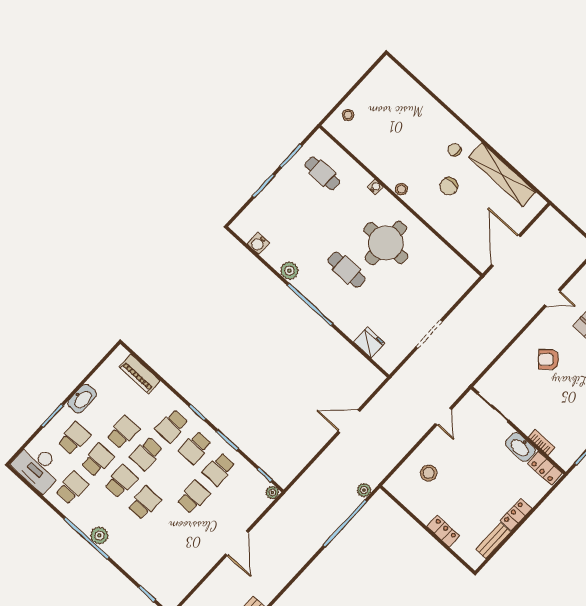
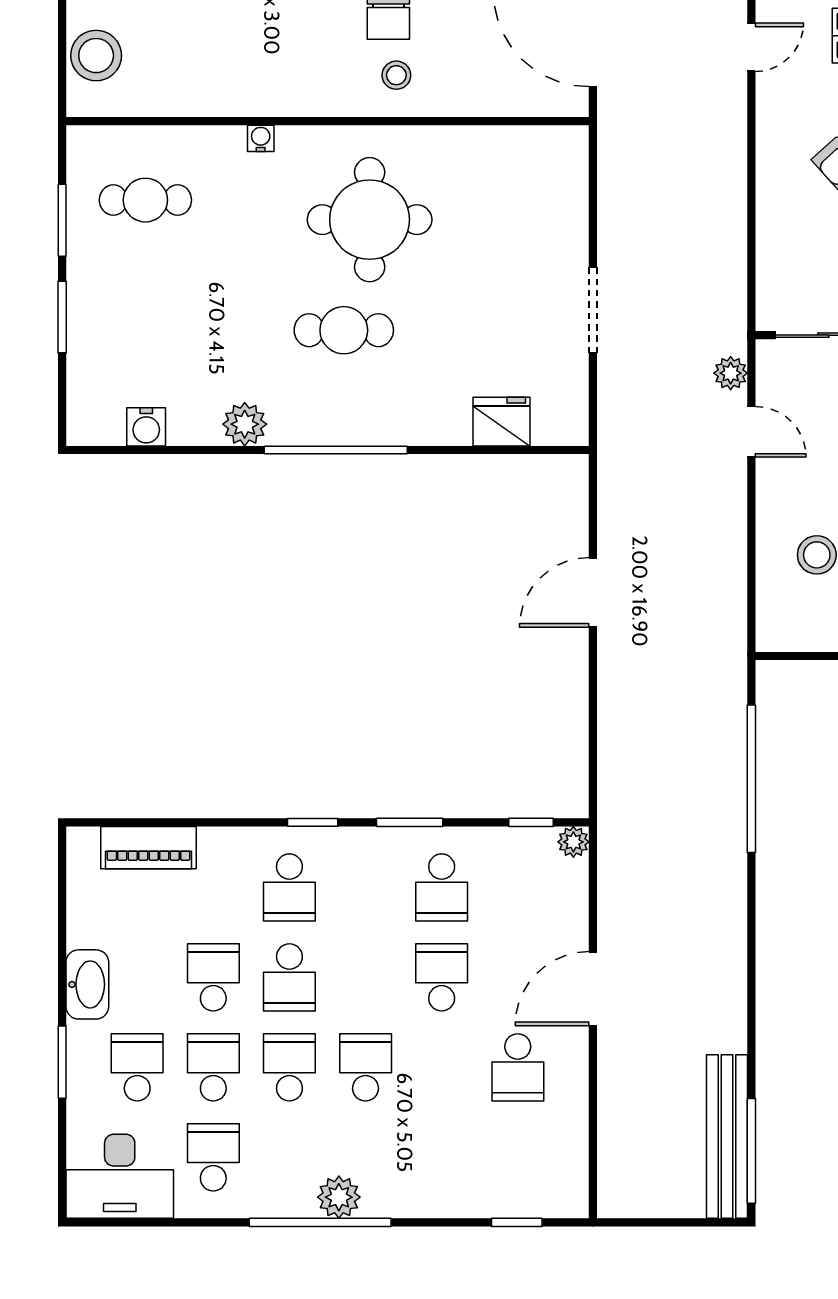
stool: (348, 115) -> (96, 56), width x1.89, depth x1.89
stool: (401, 189) -> (396, 75), moved
school desk: (195, 448) -> (518, 1067), moved
plant: (364, 490) -> (731, 373), moved
door: (237, 543) -> (593, 989), swing flipped

